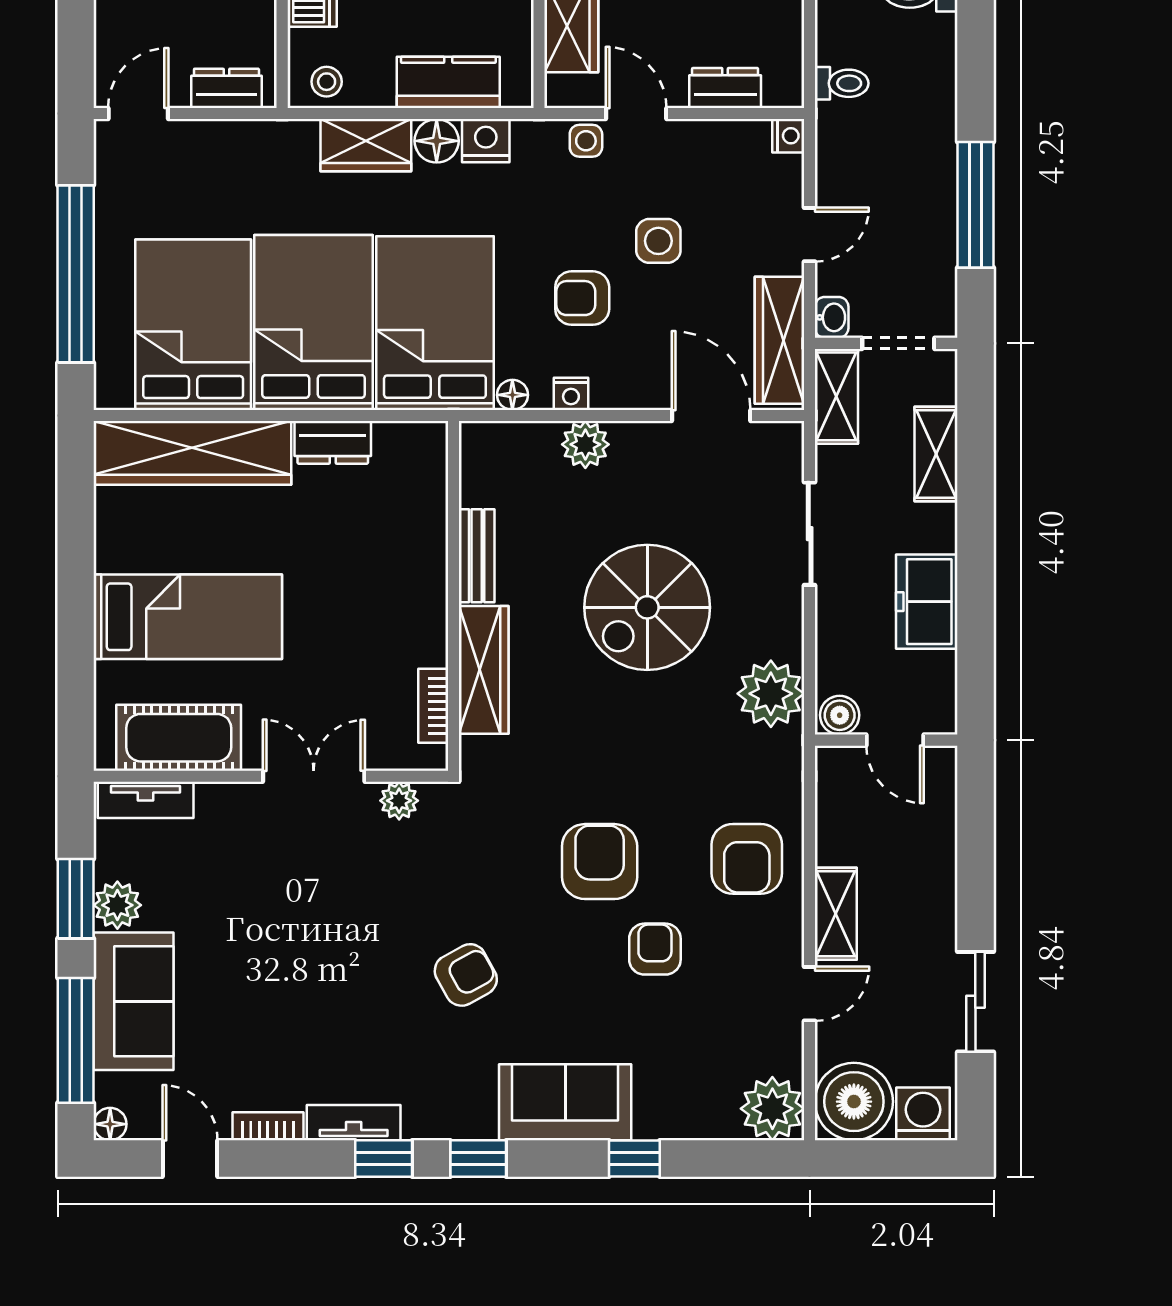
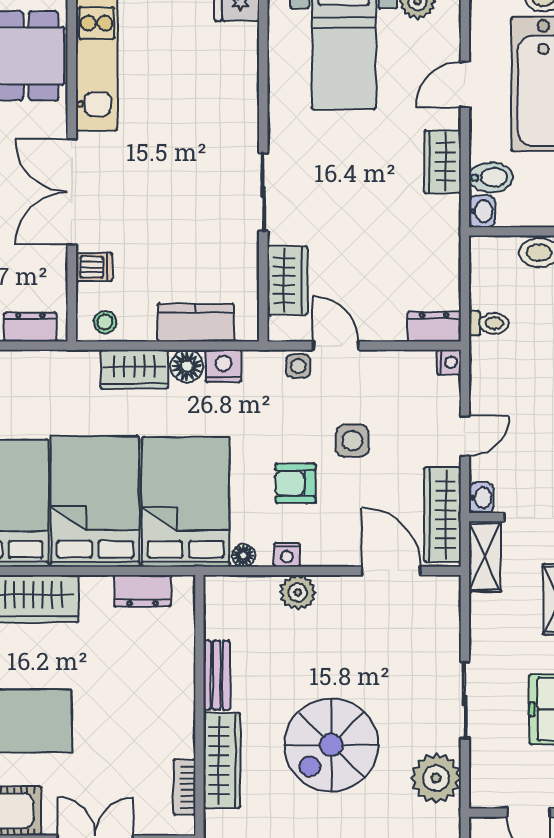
dresser: (725, 88) -> (434, 327), moved
dresser: (333, 442) -> (142, 591), moved
sliding door: (810, 534) -> (465, 700), moved
spiral stairs: (647, 607) -> (331, 745), moved
boiler: (840, 715) -> (487, 794), removed

